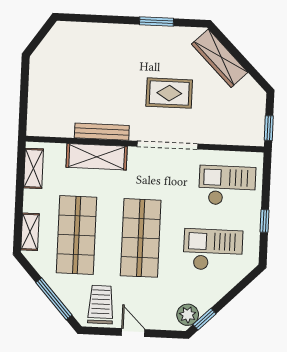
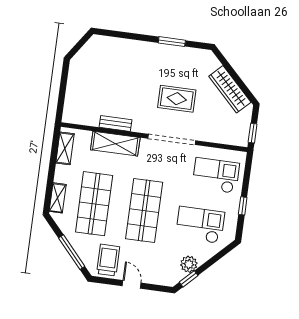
wardrobe: (220, 58) -> (230, 89), moved
bench: (102, 132) -> (116, 124), width x0.73
plant: (188, 315) -> (189, 264), moved

